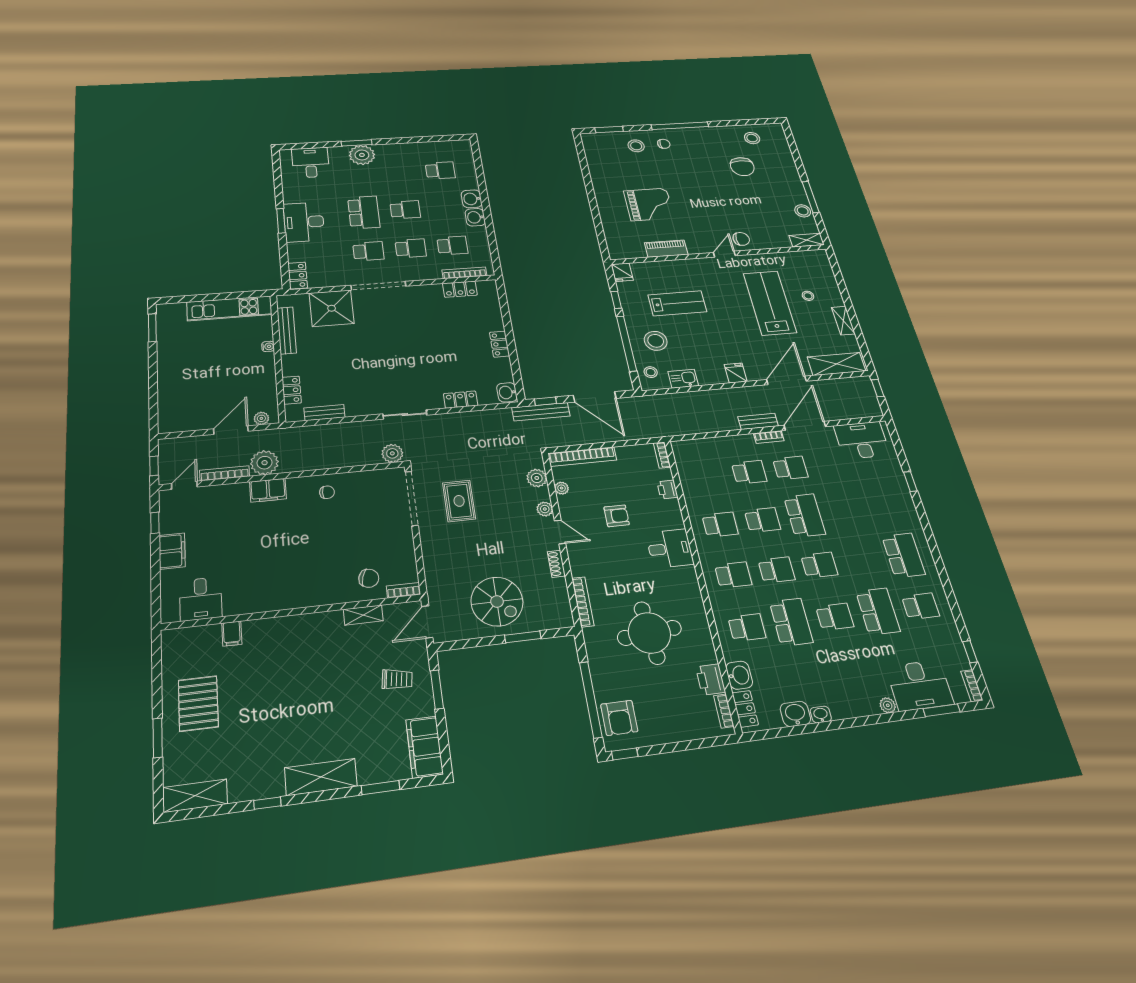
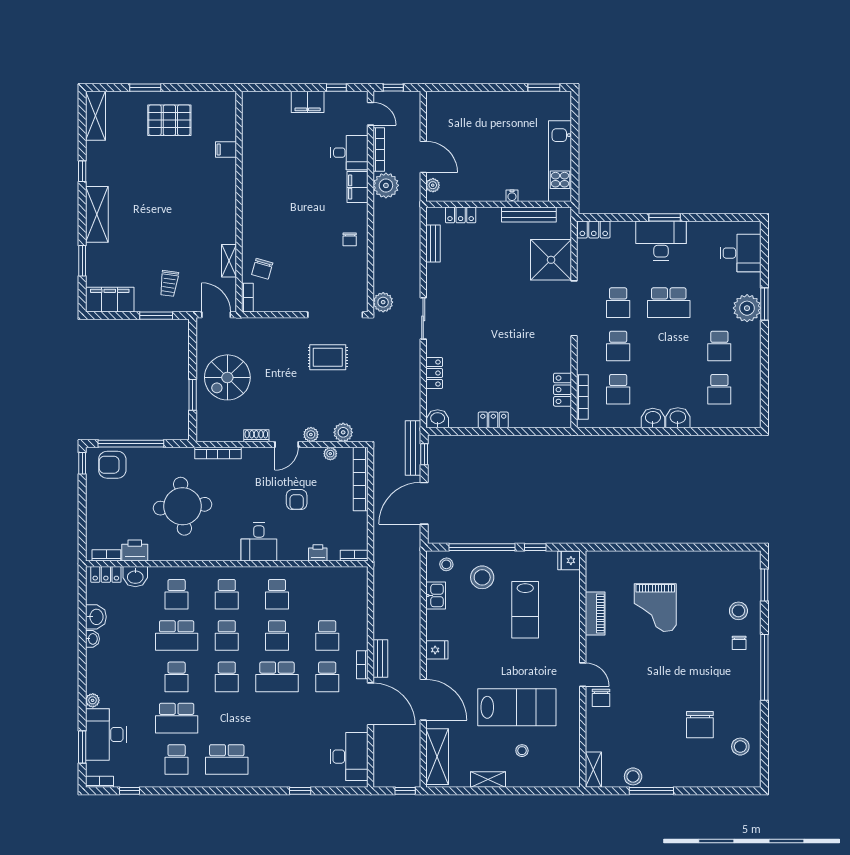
chair: (742, 167) -> (700, 725), turned -90
school desk: (405, 210) -> (719, 346), moved
desk: (201, 599) -> (349, 153), moved, turned 180

